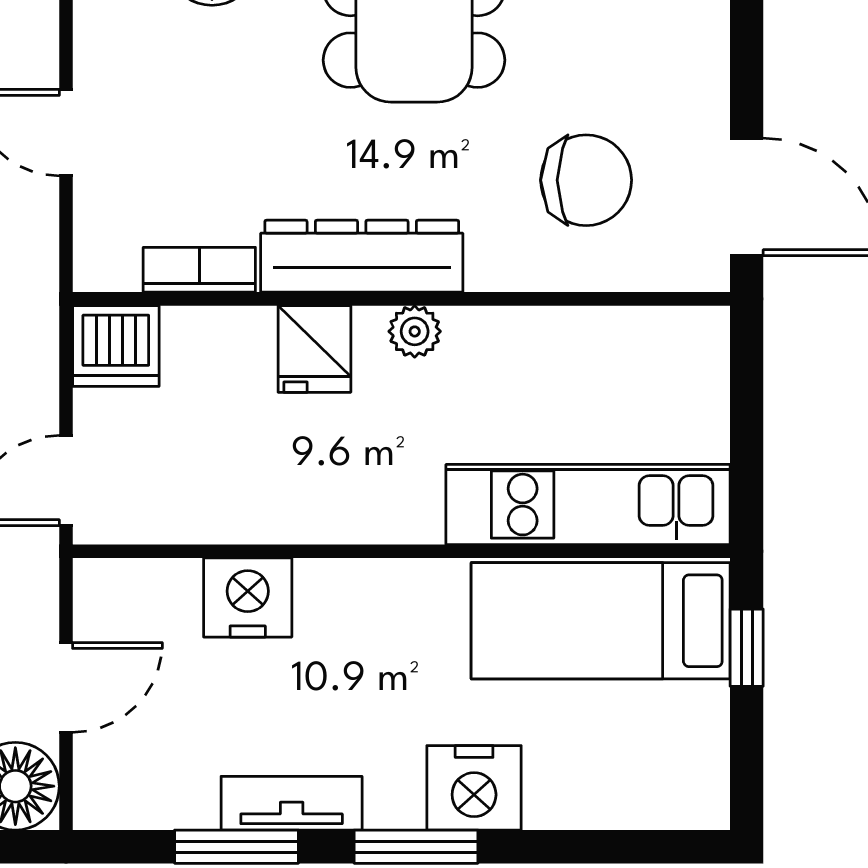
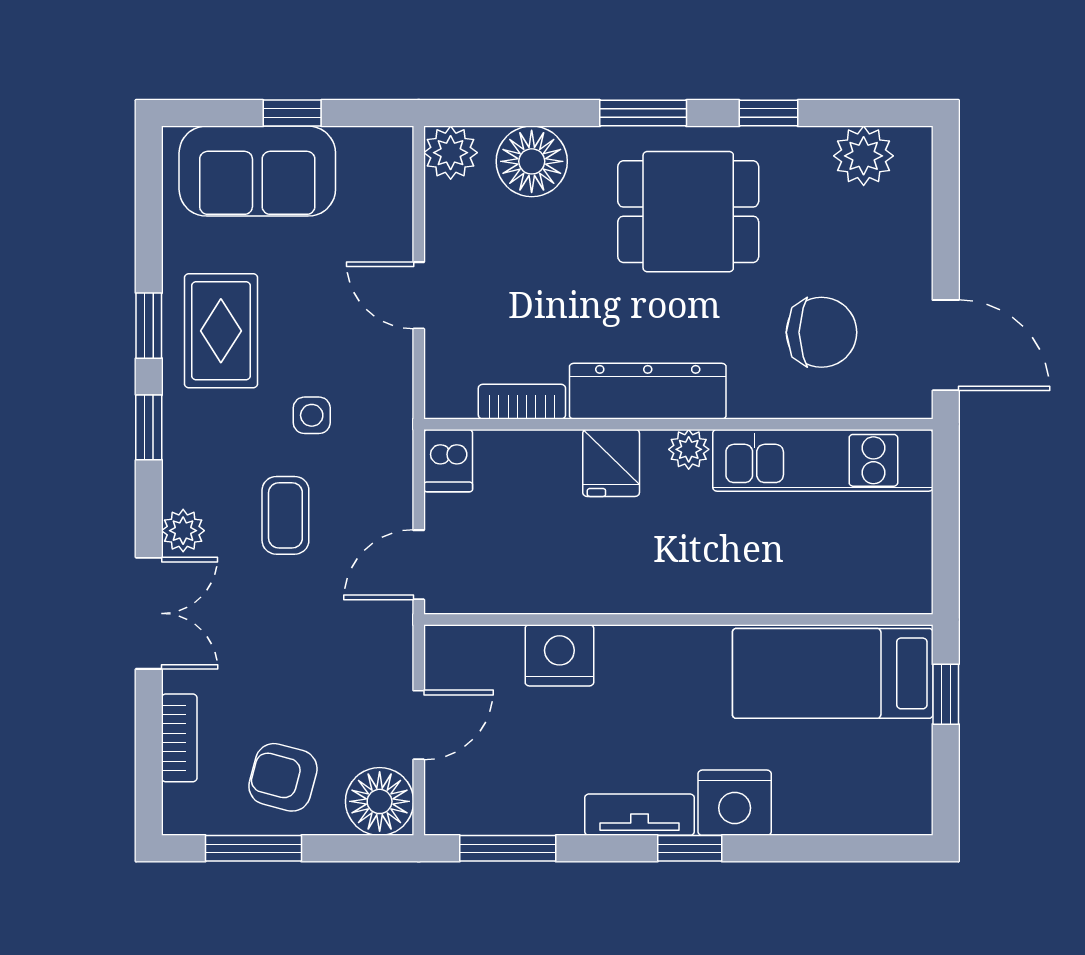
dishwasher: (116, 346) -> (448, 461), width x0.73
kitchen unit: (588, 505) -> (823, 460), moved, turned 180
tv unit: (292, 803) -> (639, 815), moved
window: (237, 847) -> (508, 848), moved
window: (416, 847) -> (690, 848), width x0.67

